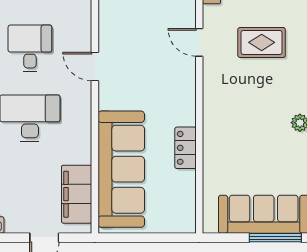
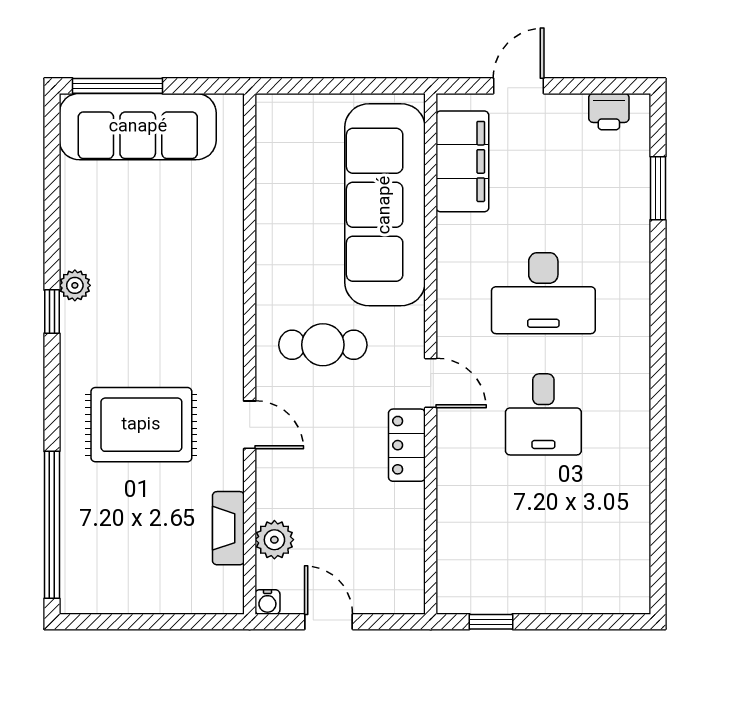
rug: (262, 42) -> (141, 425), width x1.36, depth x1.43
cafe table: (157, 89) -> (323, 345), added
locker: (185, 148) -> (407, 445), moved, turned 180

